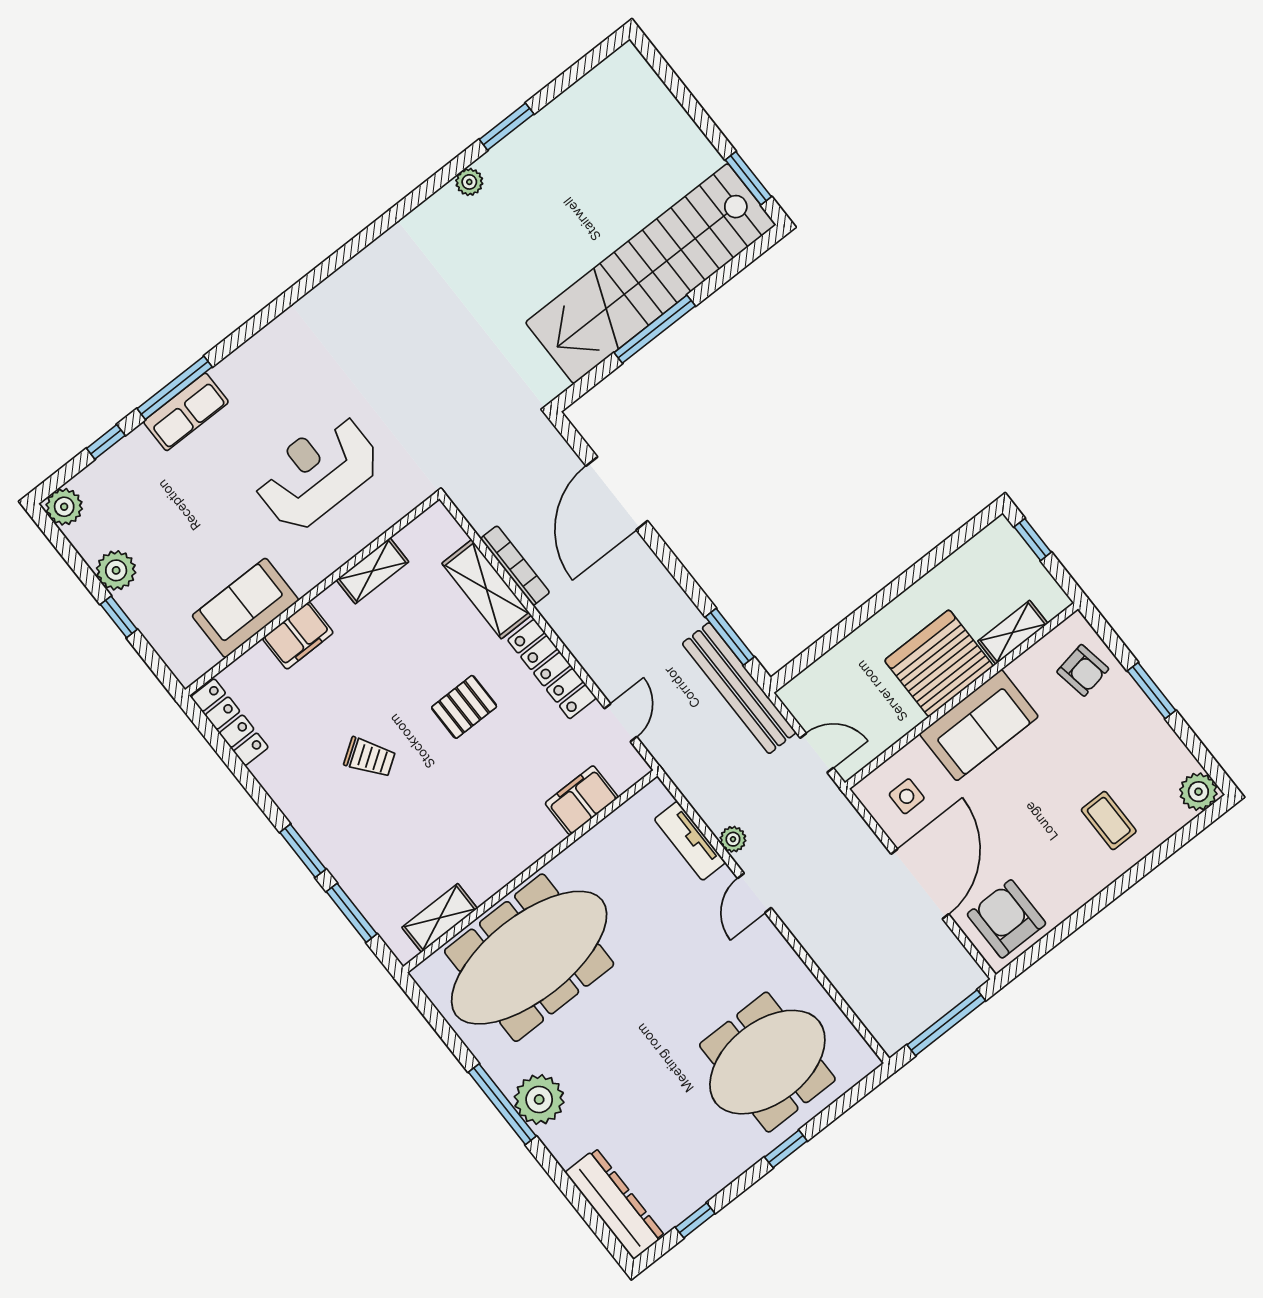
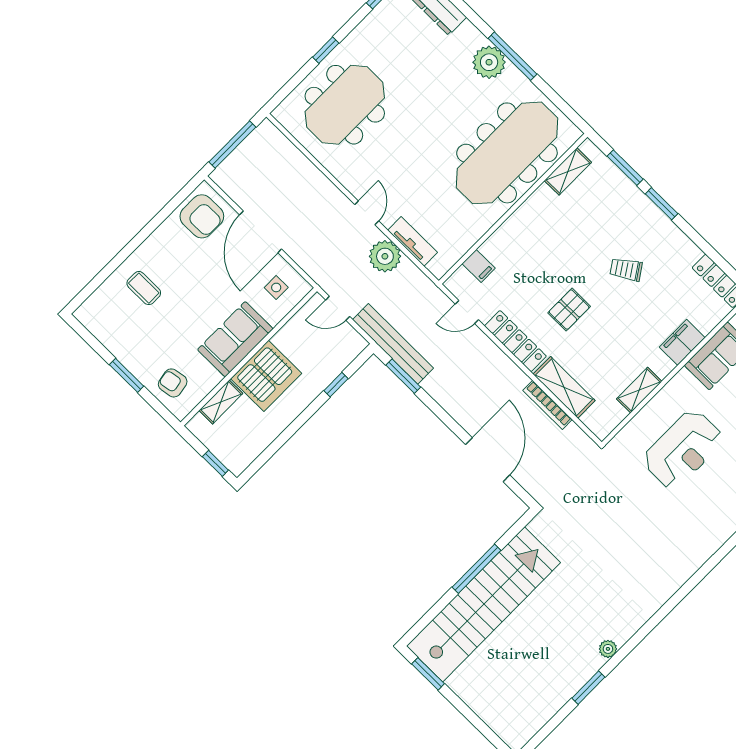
window: (834, 637) -> (336, 385), added
door: (620, 723) -> (467, 312), hinge flipped
plant: (1198, 792) -> (88, 314), removed
filing cabinet: (582, 800) -> (479, 266), width x0.50
plant: (733, 839) -> (385, 256), width x1.87, depth x1.87

